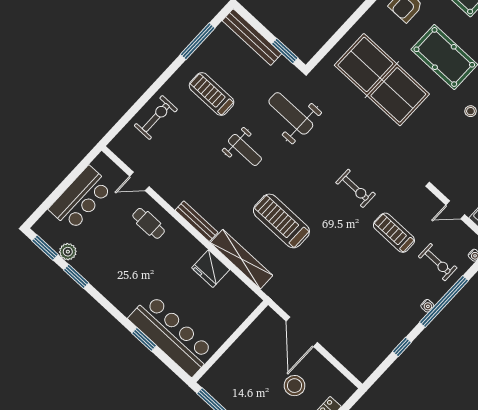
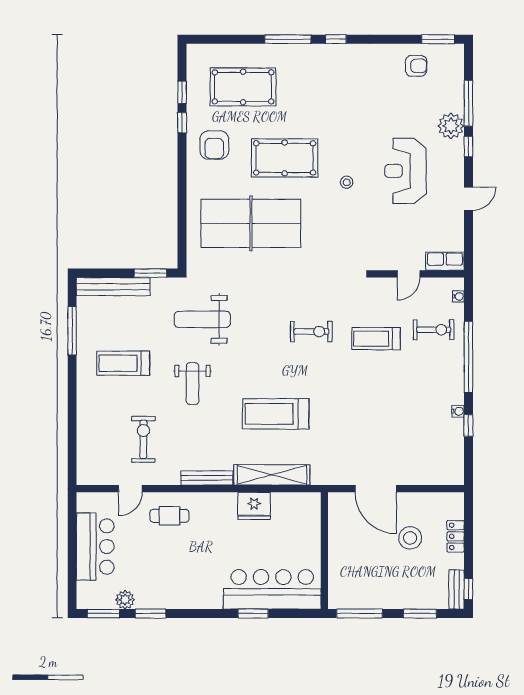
exercise bike: (156, 117) -> (143, 439), moved
weight bench: (245, 150) -> (193, 384), turned 90
water cooler: (427, 306) -> (458, 411), moved

